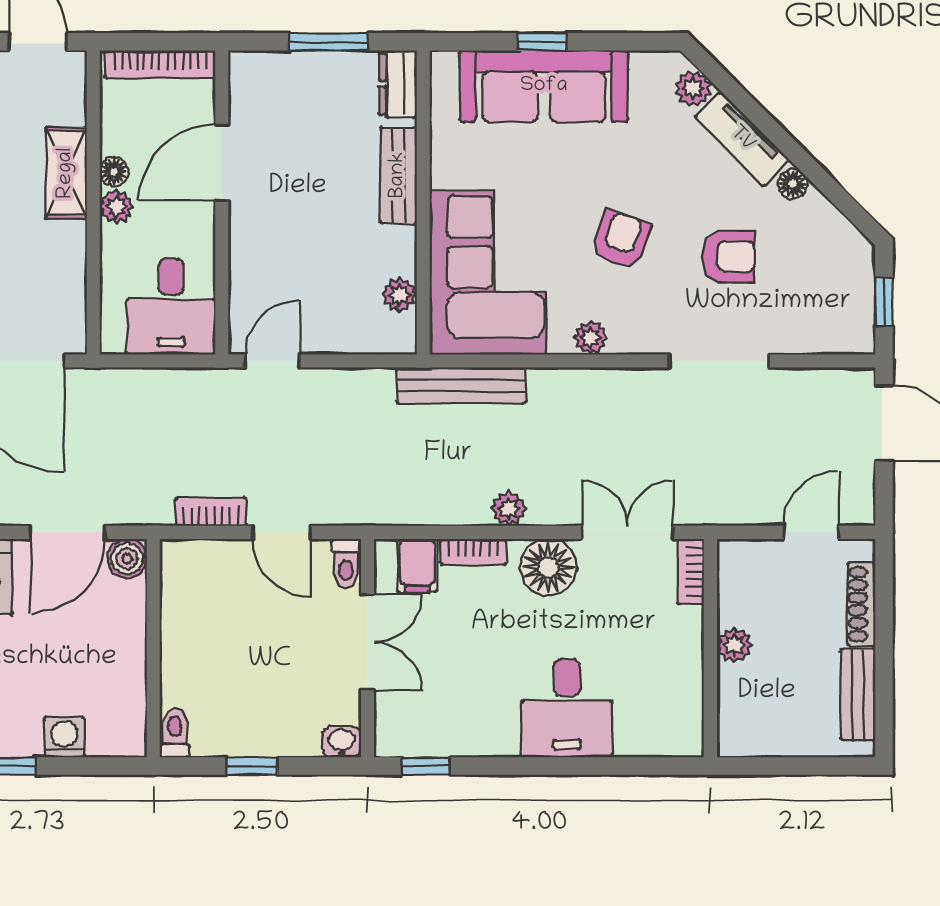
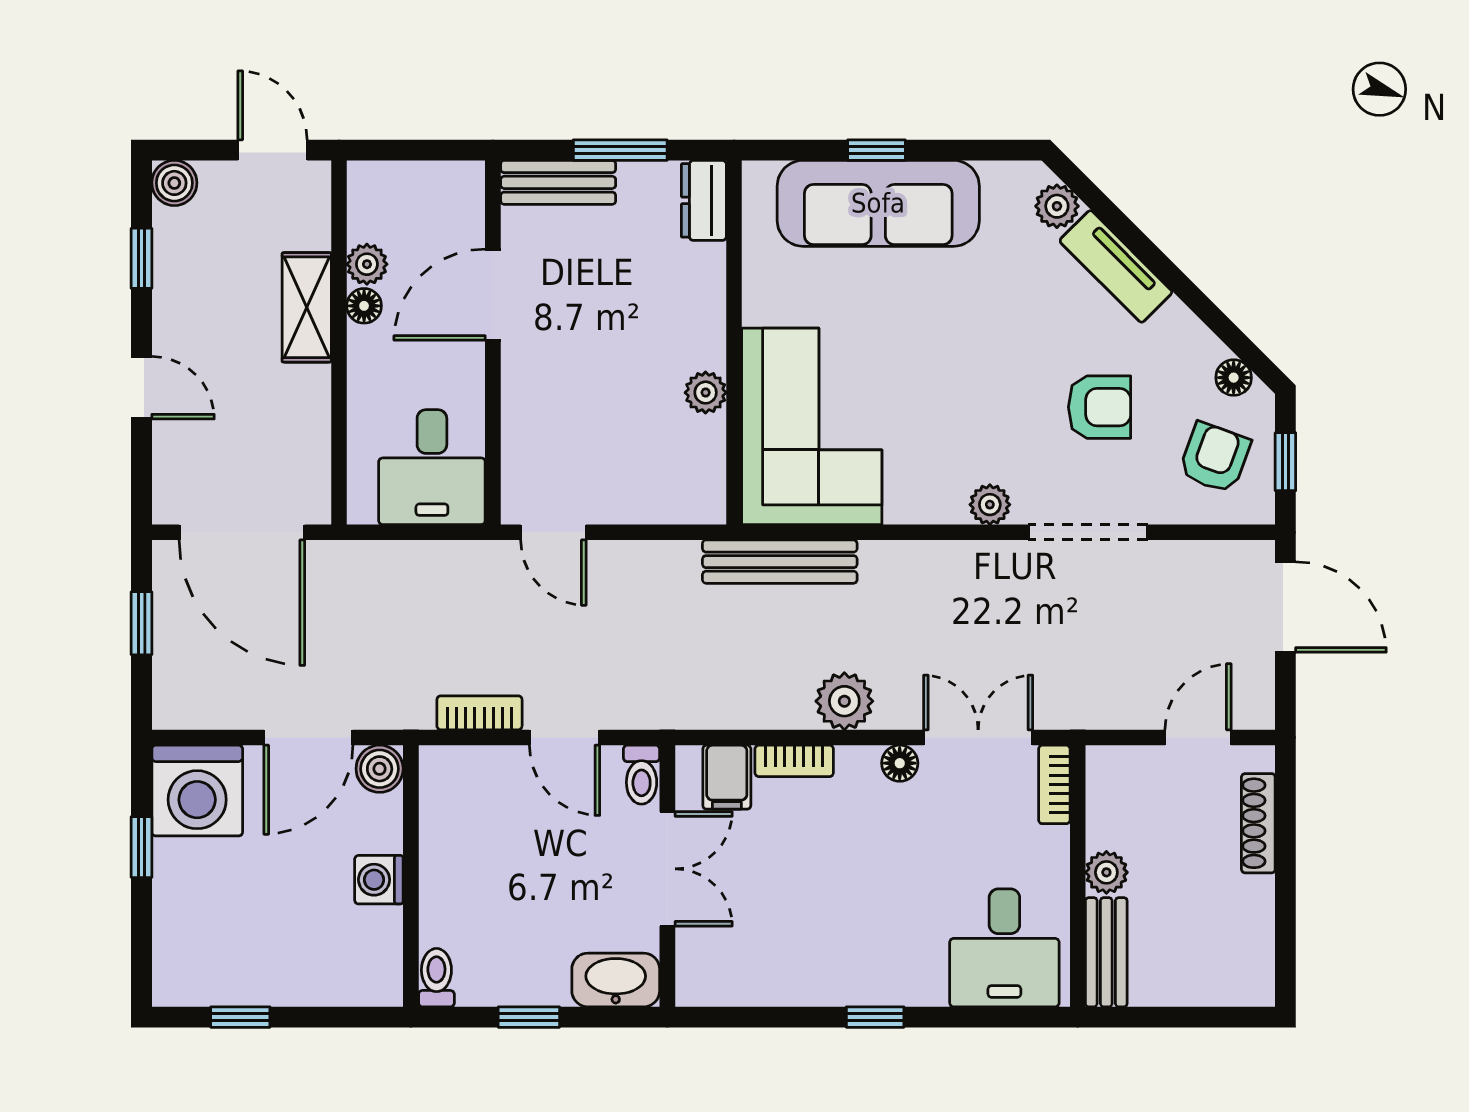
bookcase: (160, 64) -> (419, 177), removed
bench: (398, 175) -> (558, 182), moved, turned 90
floor lamp: (793, 184) -> (1234, 378), moved
plant: (117, 207) -> (367, 264), moved
armchair: (621, 239) -> (1215, 458), moved
plant: (399, 295) -> (706, 393), moved
plant: (590, 338) -> (990, 505), moved
door: (272, 361) -> (553, 532), swing flipped
plant: (509, 509) -> (844, 701), width x1.38, depth x1.38
floor lamp: (548, 567) -> (900, 763), width x0.53, depth x0.53
bench: (858, 695) -> (1106, 952), moved
desk: (567, 708) -> (1004, 948), moved
washing machine: (64, 737) -> (379, 880), moved, turned -90
washbasin: (342, 742) -> (616, 980), width x1.91, depth x1.45
window: (426, 766) -> (875, 1017), moved

